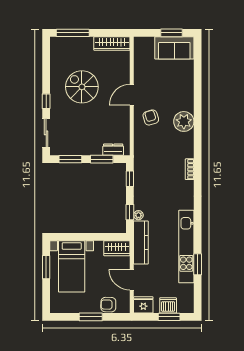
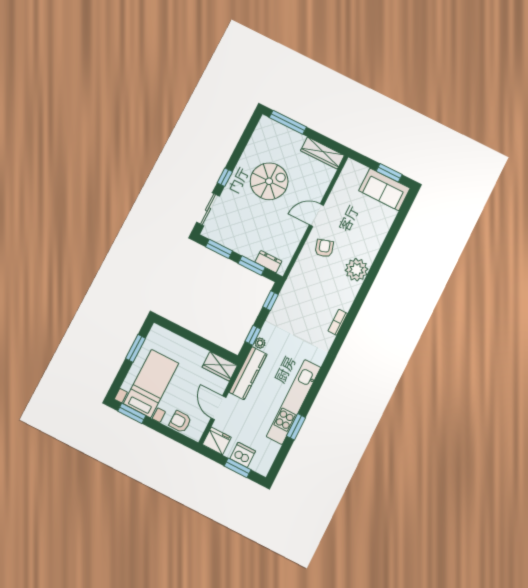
spiral stairs: (82, 87) -> (269, 181), turned 90
bed with nightstands: (72, 266) -> (151, 383), moved, turned 180
window: (91, 317) -> (132, 413), moved

